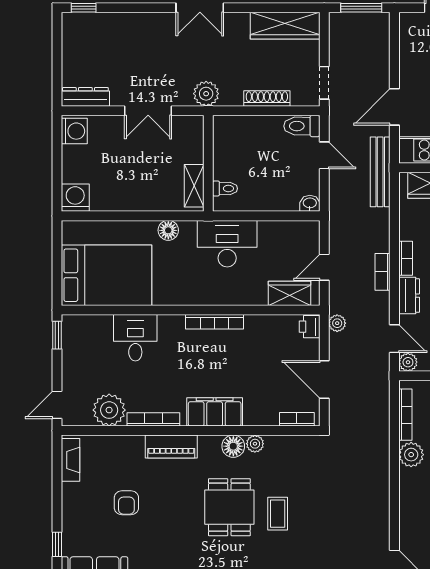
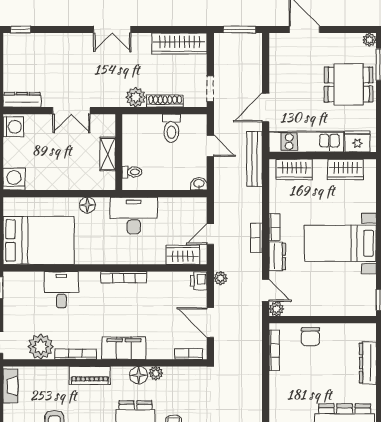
plant: (206, 94) -> (136, 97), moved
toilet: (302, 126) -> (171, 128), moved, turned -90
shelving: (194, 186) -> (108, 154), moved
plant: (411, 455) -> (279, 382), removed

